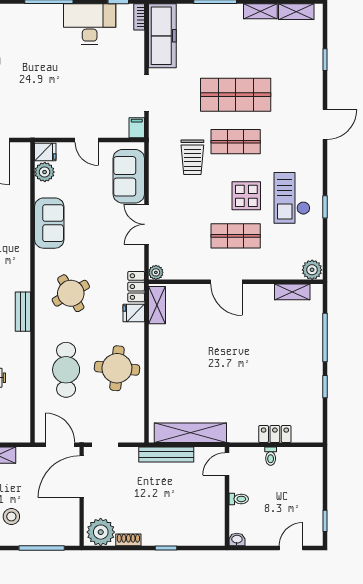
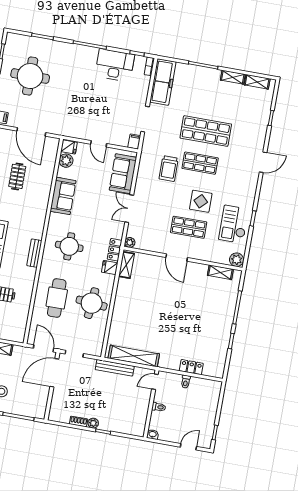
checkout: (292, 198) -> (234, 224), moved
round table: (71, 293) -> (69, 246), turned 30
plant: (101, 532) -> (93, 423), moved, width x0.53, depth x0.53

